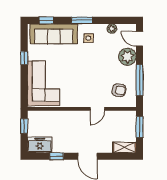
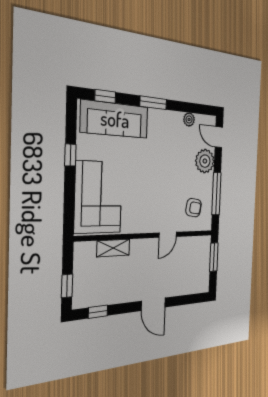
side table: (88, 38) -> (160, 131), removed
window: (24, 126) -> (67, 286), moved
freezer: (40, 145) -> (90, 295), removed
shelving: (124, 148) -> (113, 248), moved
window: (57, 156) -> (98, 312), moved

